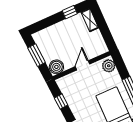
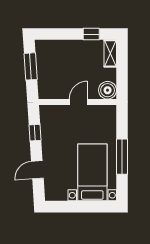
plant: (109, 66) -> (108, 116), removed
boiler: (56, 67) -> (108, 90), moved

